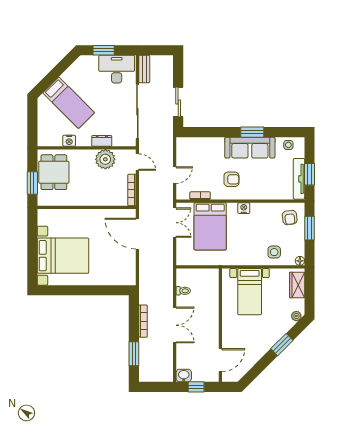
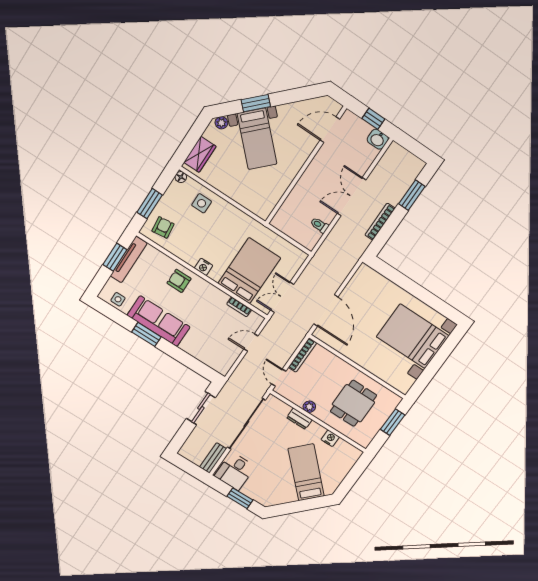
desk: (117, 69) -> (235, 471), width x0.73
plant: (105, 159) -> (309, 407), width x0.53, depth x0.53
dining table: (54, 172) -> (353, 403), moved
armchair: (231, 179) -> (179, 281), moved
bed with nightstands: (250, 292) -> (257, 139), moved, turned 135

